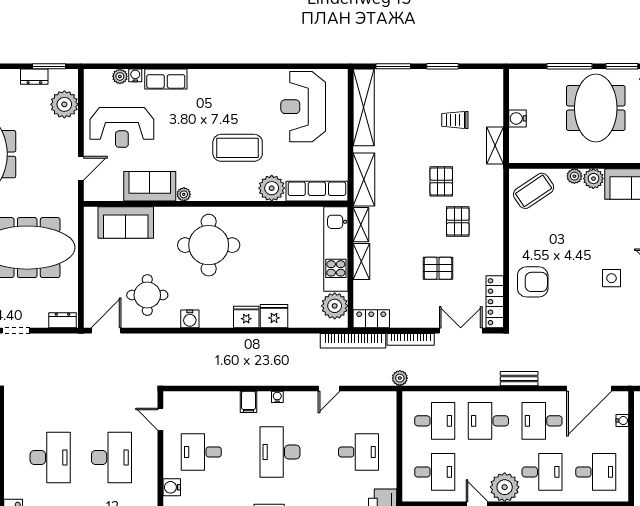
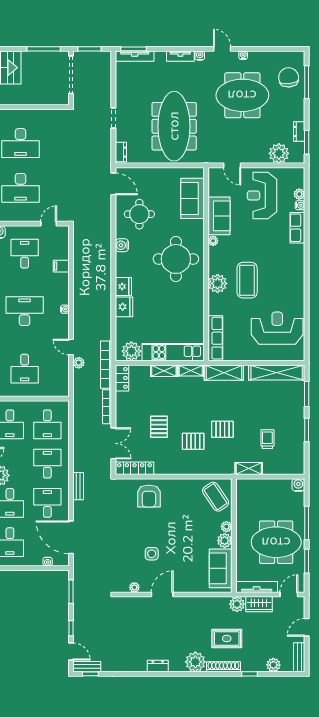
water cooler: (518, 118) -> (298, 485), moved
plant: (272, 188) -> (218, 283), moved
plant: (400, 378) -> (79, 363), moved
filing cabinet: (248, 402) -> (61, 266), moved

